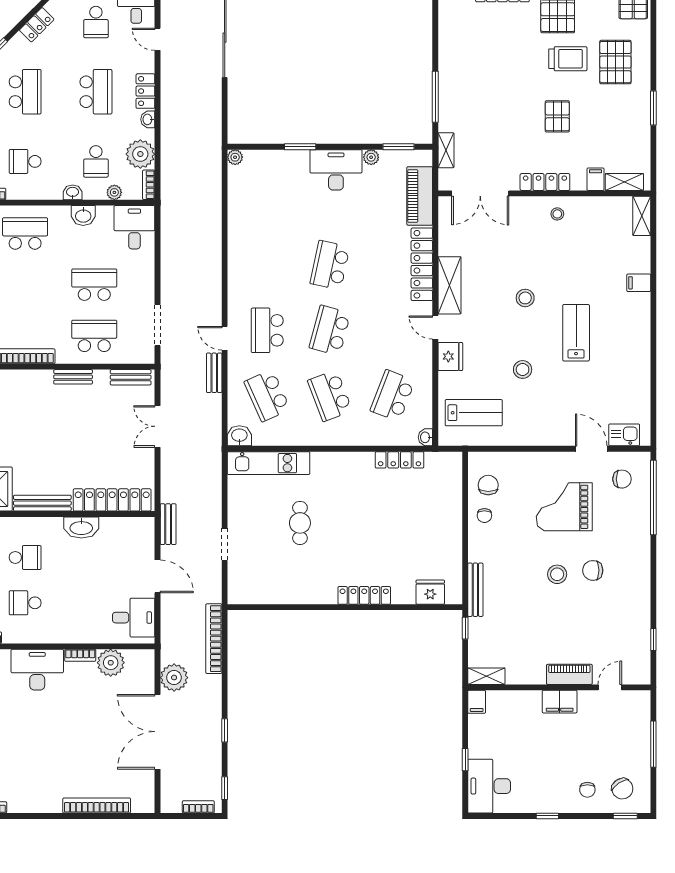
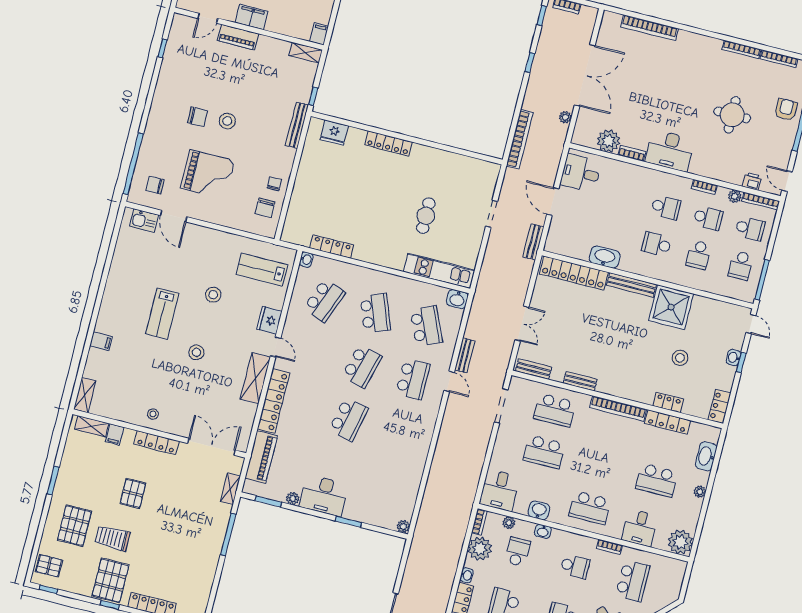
plant: (174, 678) -> (565, 117), width x0.53, depth x0.53

